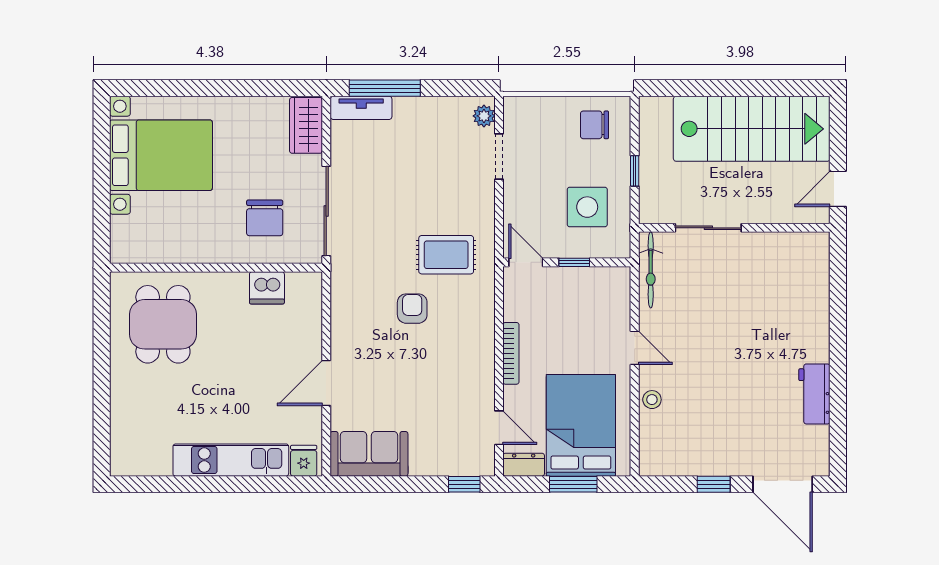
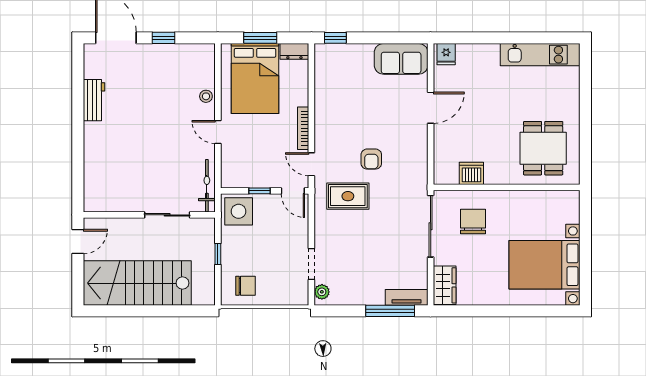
side table: (587, 207) -> (239, 211), moved
door: (499, 428) -> (311, 164), moved
kitchen unit: (231, 460) -> (540, 55), moved

